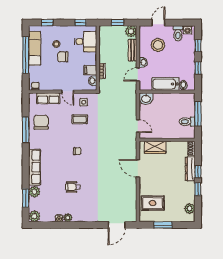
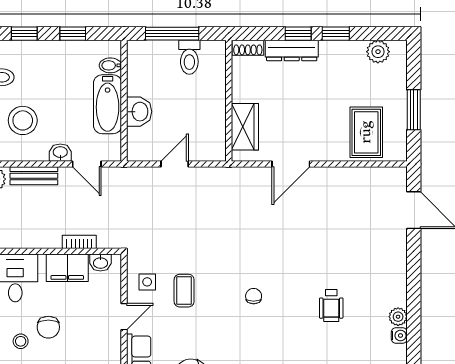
filing cabinet: (90, 70) -> (67, 268), width x2.00
washbasin: (146, 99) -> (139, 112), moved
door: (138, 126) -> (175, 164), moved

